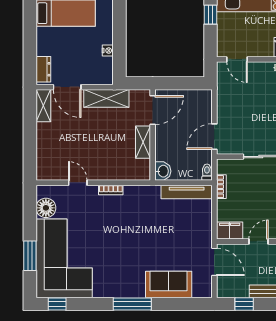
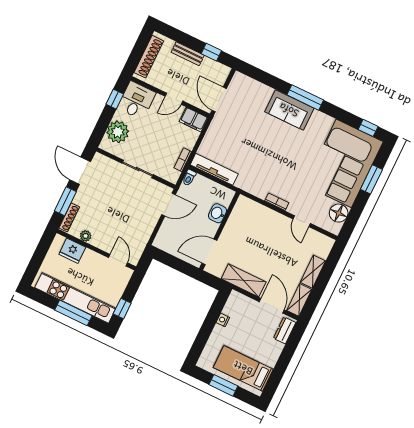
shelving: (143, 142) -> (313, 272), moved
washbasin: (163, 171) -> (218, 213), moved
sofa: (169, 285) -> (289, 110), moved

